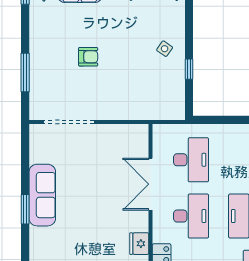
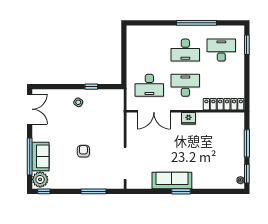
desk: (191, 160) -> (149, 85), turned 180
double door: (151, 184) -> (154, 111), moved
fridge: (139, 244) -> (188, 118), moved

